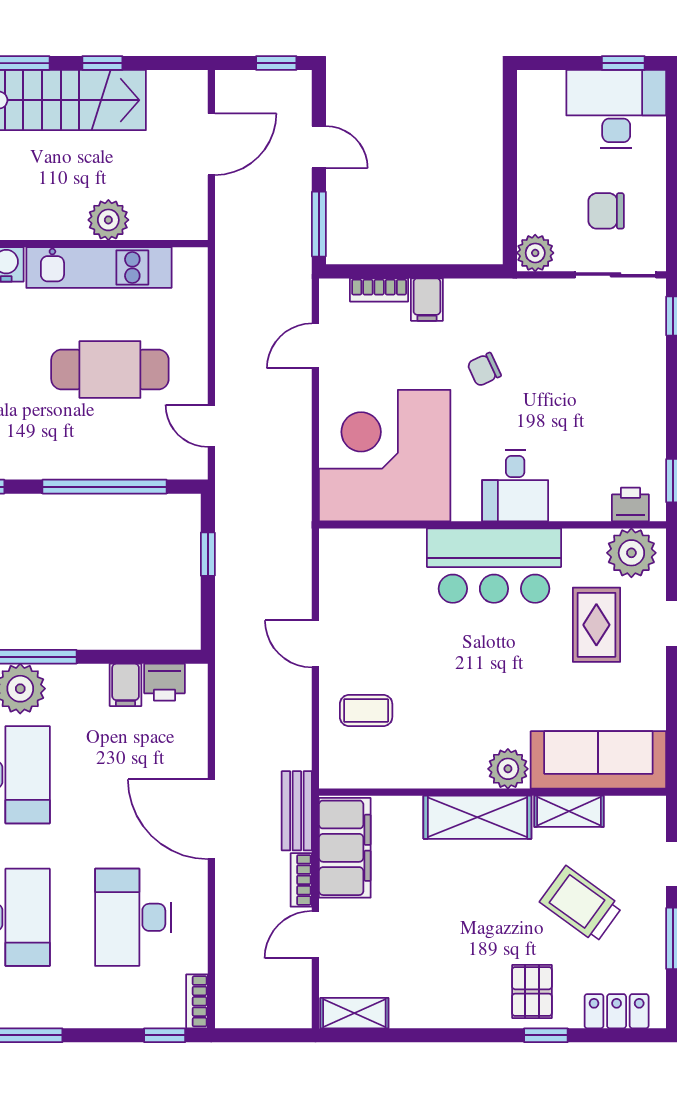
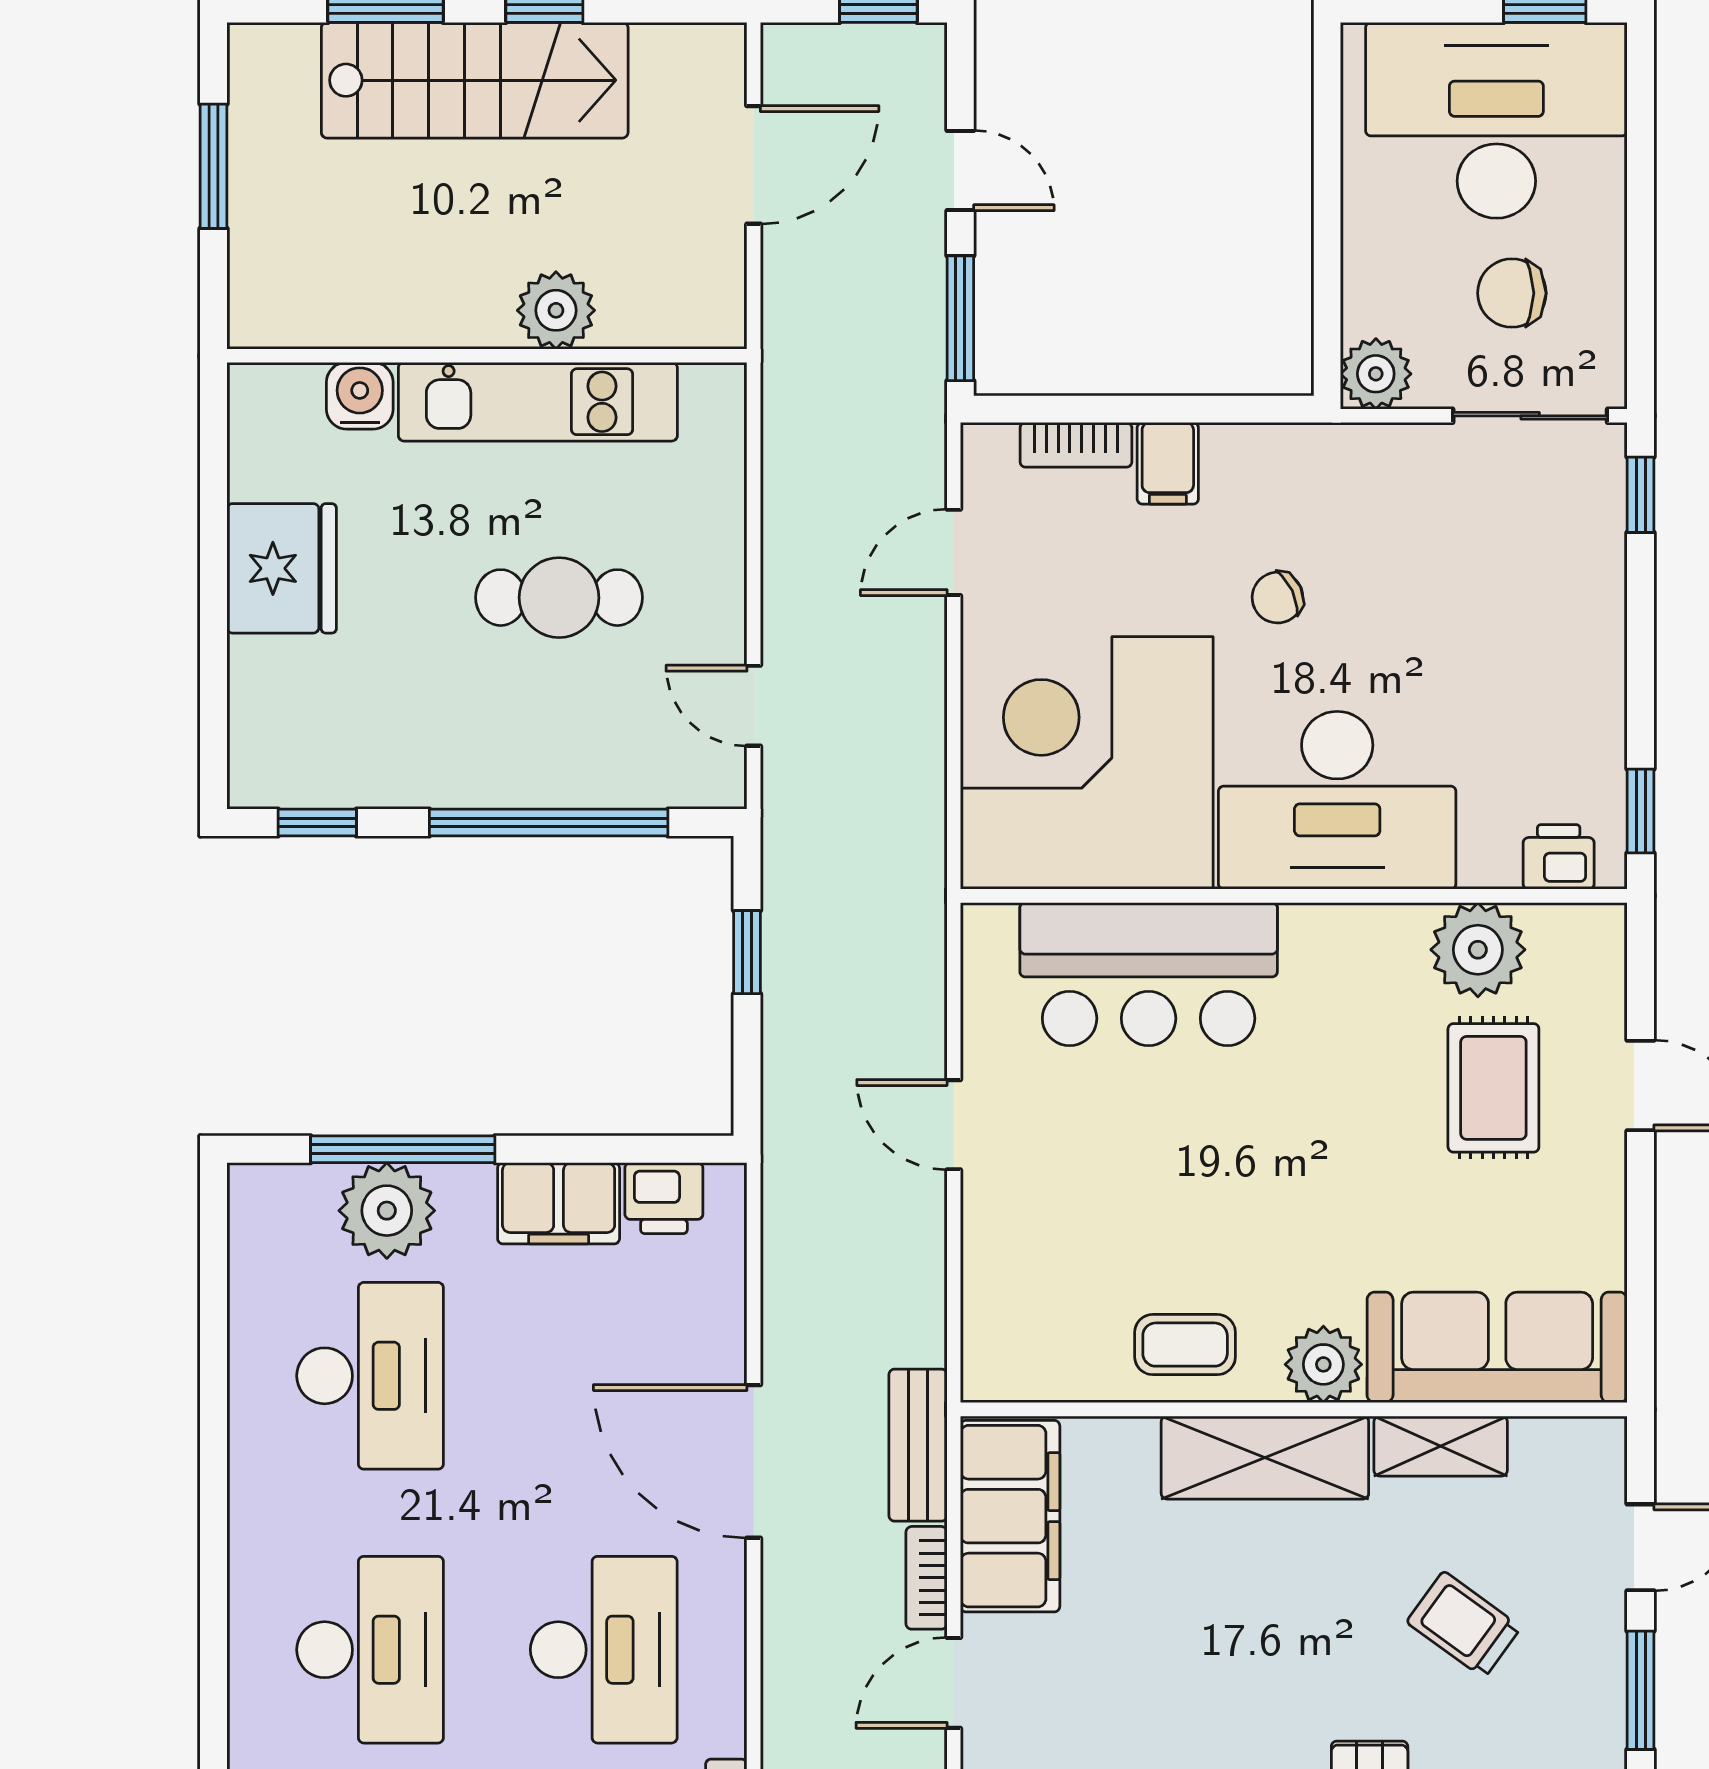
desk: (616, 109) -> (1496, 120), width x1.36, depth x1.30
cafe table: (110, 369) -> (559, 598), width x0.73, depth x0.74
desk: (515, 486) -> (1337, 800), width x1.87, depth x1.30
plant: (631, 553) -> (1478, 950), moved
bar counter: (494, 566) -> (1149, 974), moved
filing cabinet: (126, 685) -> (559, 1203), width x2.00
coffee table: (366, 711) -> (1185, 1345), moved
trolley: (581, 904) -> (1464, 1625), width x0.73, depth x0.72
desk: (133, 917) -> (604, 1650), turned 180

